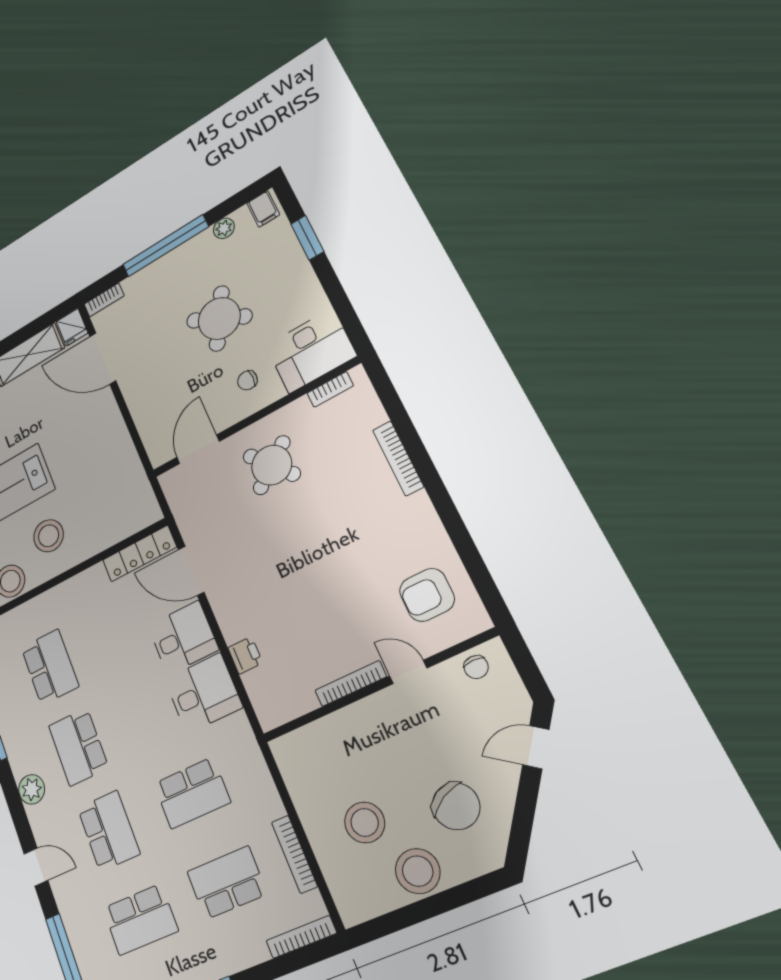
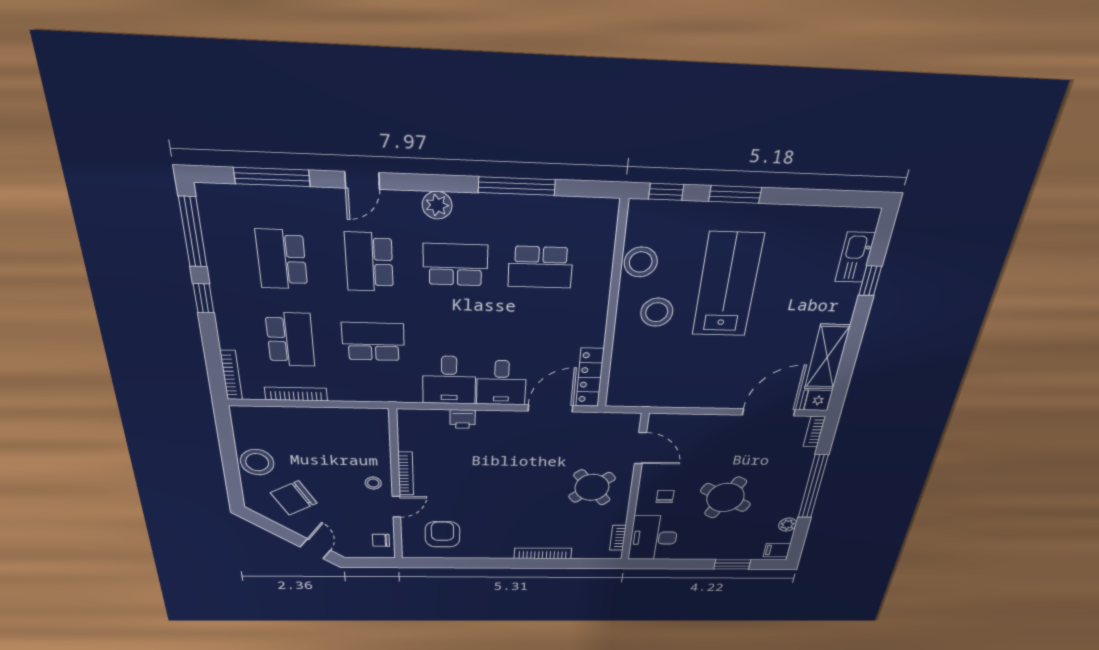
school desk: (192, 793) -> (373, 342), turned 90
stool: (365, 822) -> (373, 483), moved, width x0.53, depth x0.53
school desk: (109, 831) -> (369, 262), turned 90

